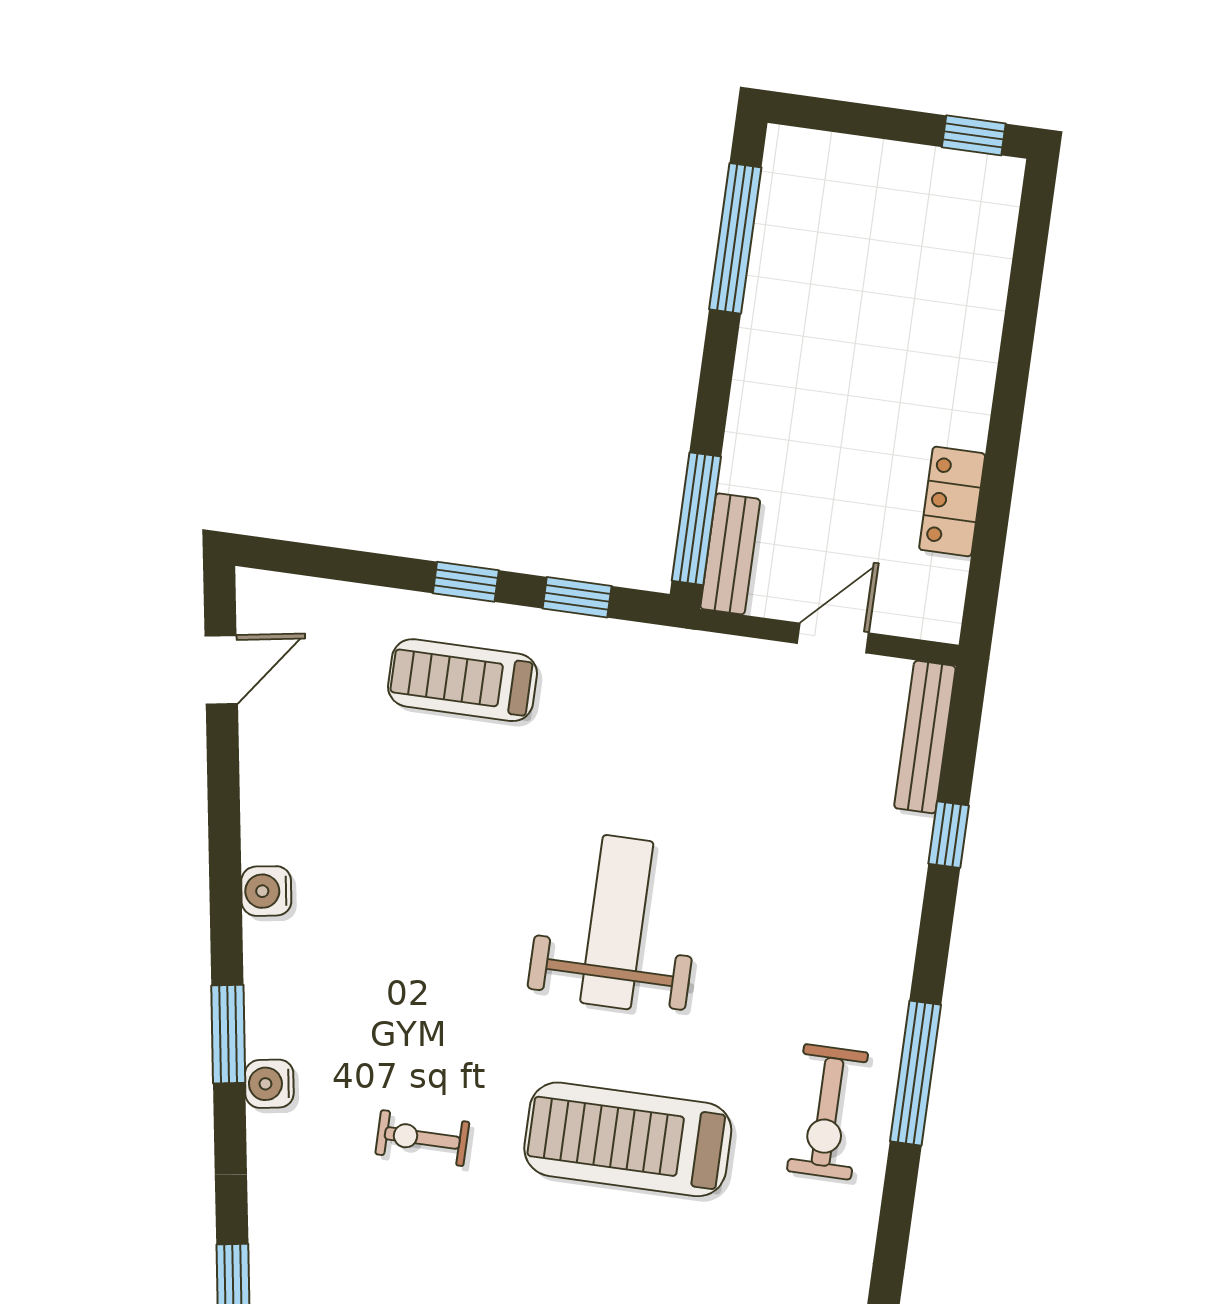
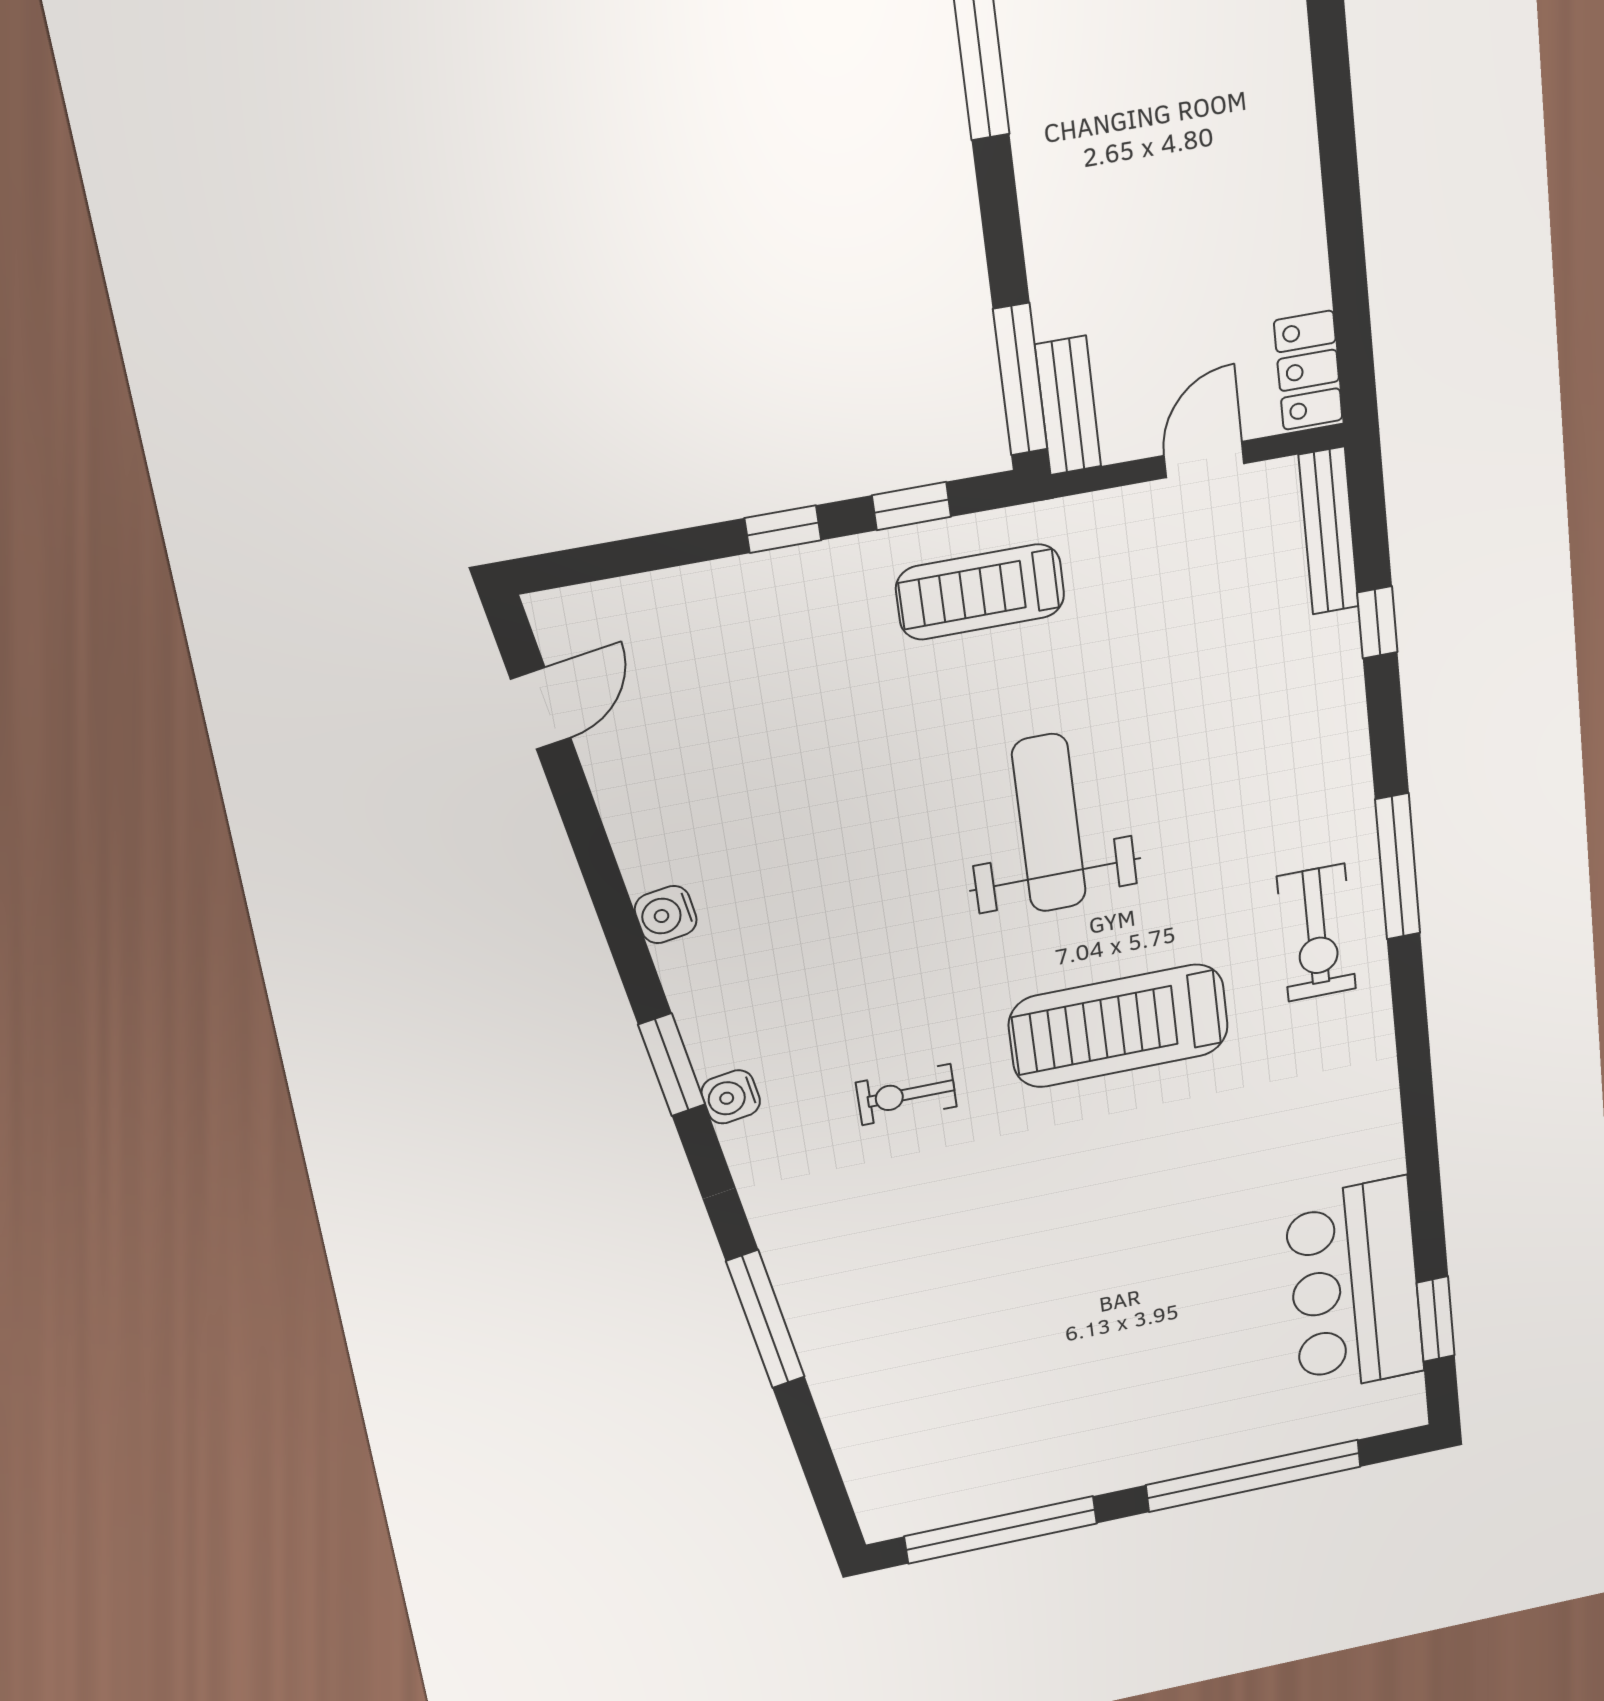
locker: (952, 502) -> (1308, 370), moved
treadmill: (463, 680) -> (980, 592), moved

